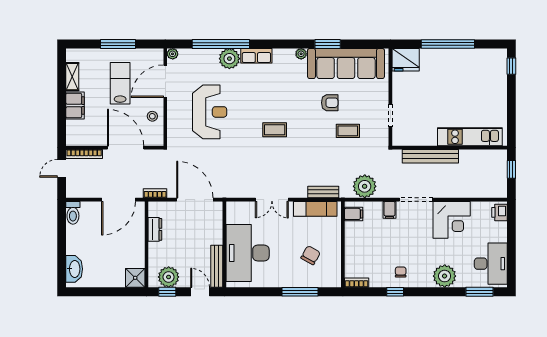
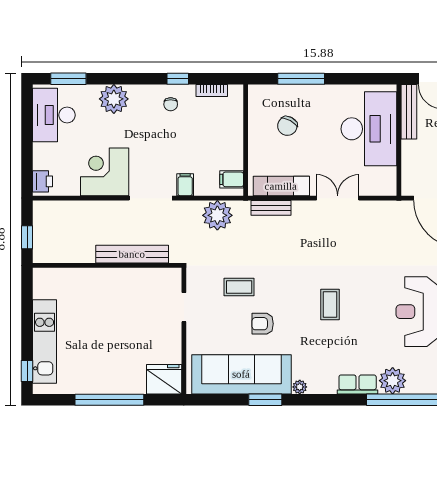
coffee table: (275, 130) -> (330, 304), moved, turned 90
kitchen unit: (470, 137) -> (45, 342), moved, turned -90
bookcase: (357, 283) -> (212, 91), moved

